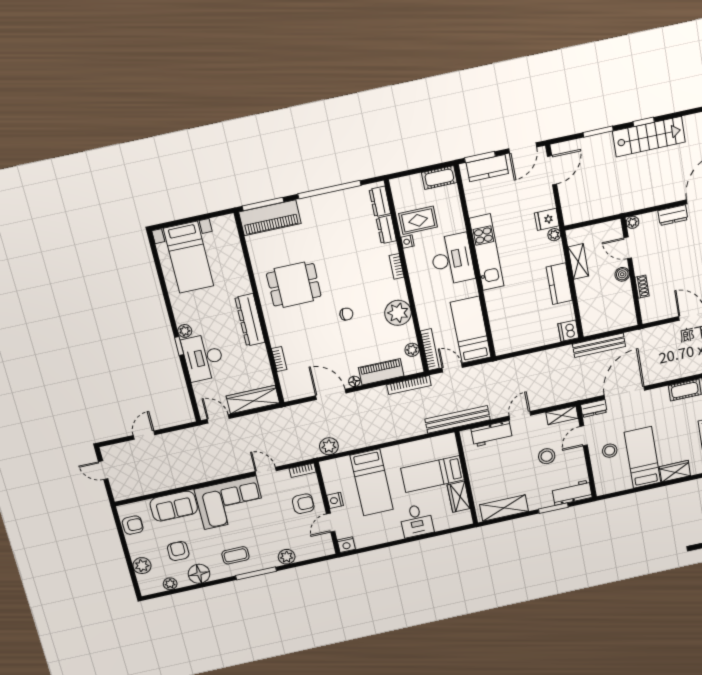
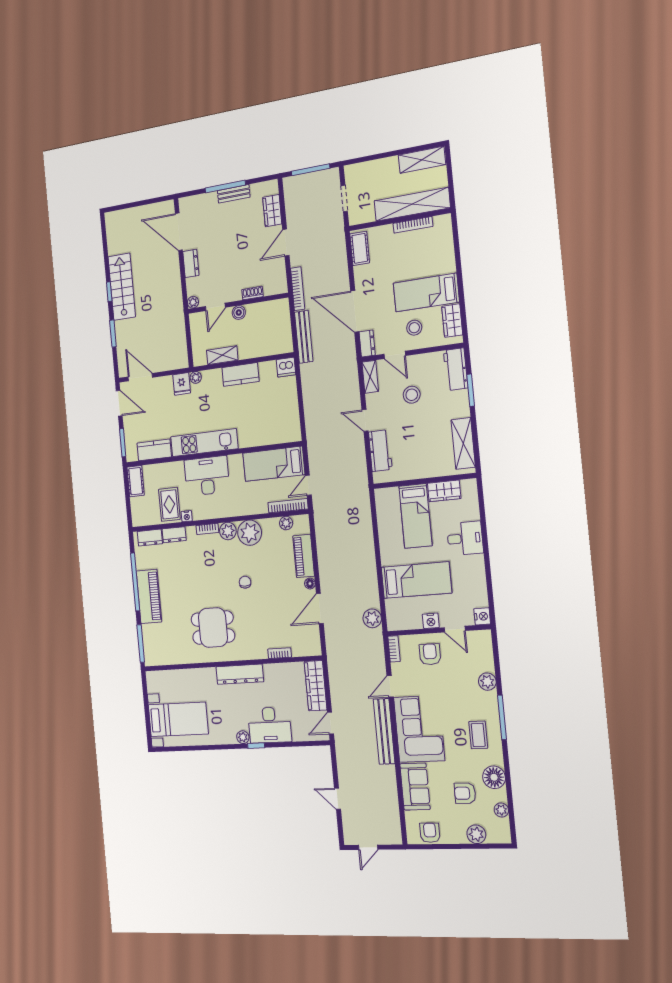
kitchen counter: (487, 168) -> (154, 450), moved, turned -90
piano: (270, 218) -> (149, 596), moved
dining table: (294, 285) -> (213, 628), turned 90
plant: (397, 289) -> (228, 531), added
bookcase: (409, 385) -> (298, 289), moved
bench: (458, 419) -> (384, 731), moved
wardrobe: (675, 471) -> (452, 321), moved

